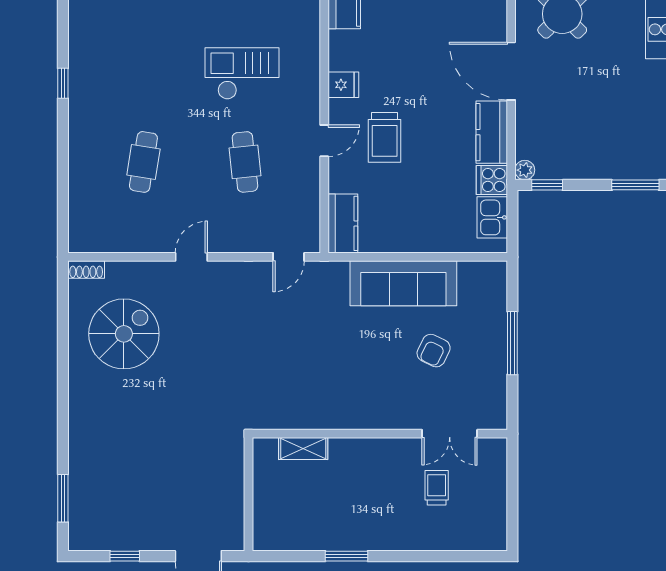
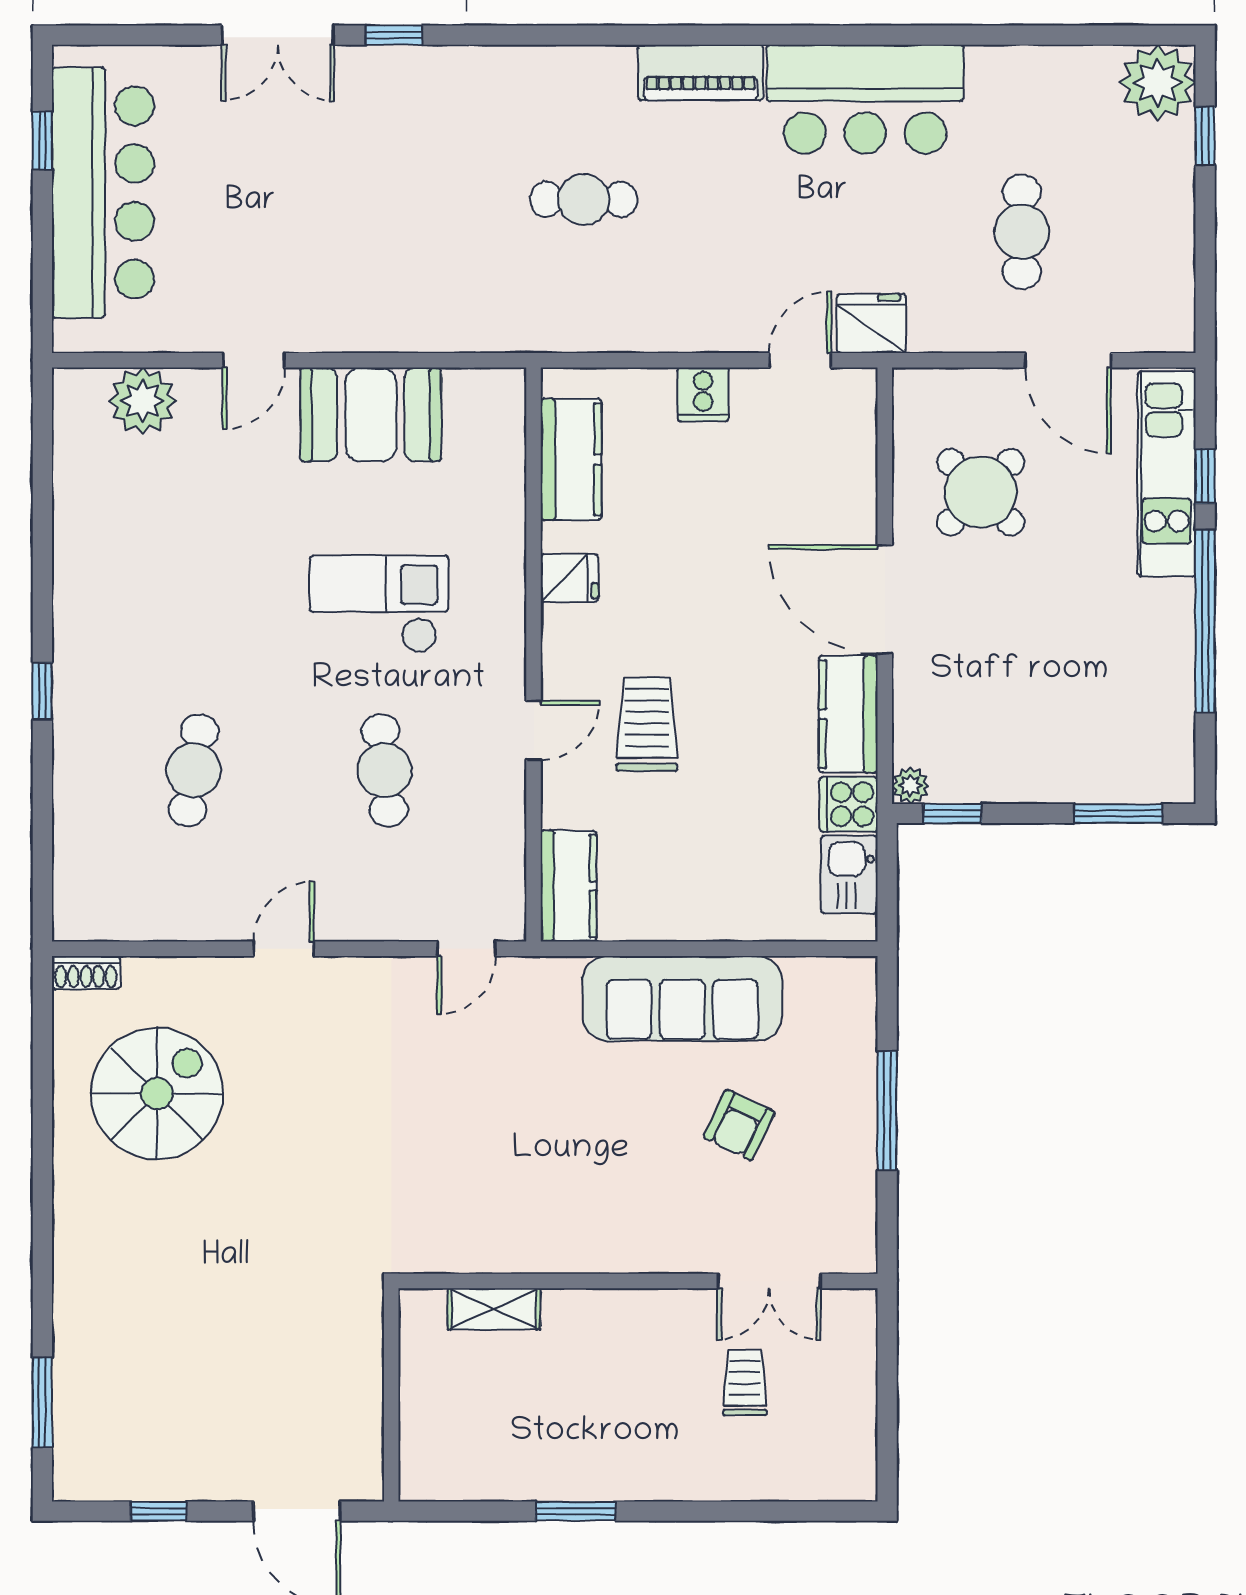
window: (63, 83) -> (42, 691), moved
fridge: (343, 85) -> (569, 578), moved
trolley: (385, 137) -> (647, 724), turned 180

